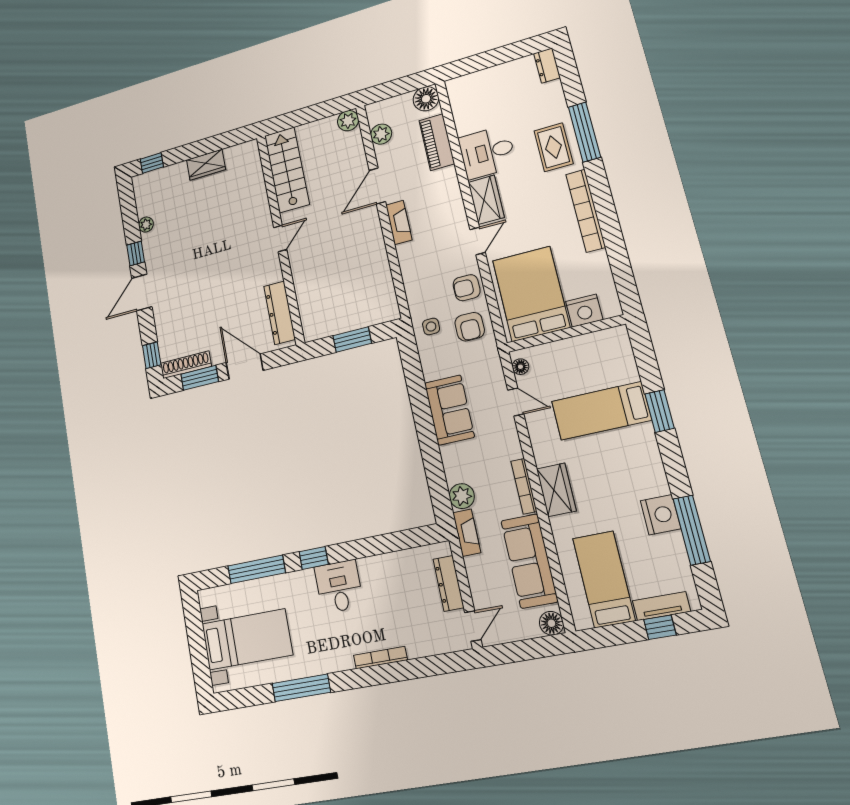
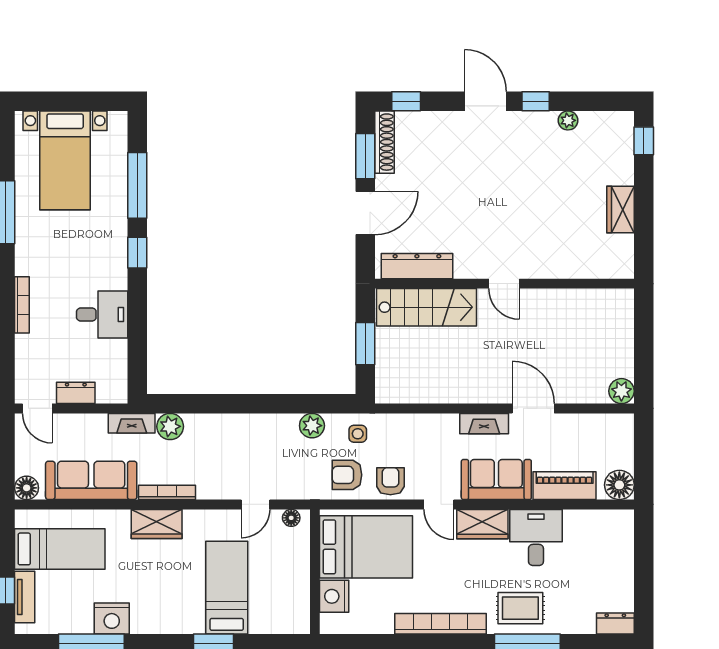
plant: (381, 134) -> (312, 426), moved
stairs: (287, 170) -> (426, 307), moved
sofa: (449, 410) -> (496, 480), moved, turned 180
dresser: (449, 583) -> (76, 393), width x0.70
desk: (339, 587) -> (102, 315), moved

